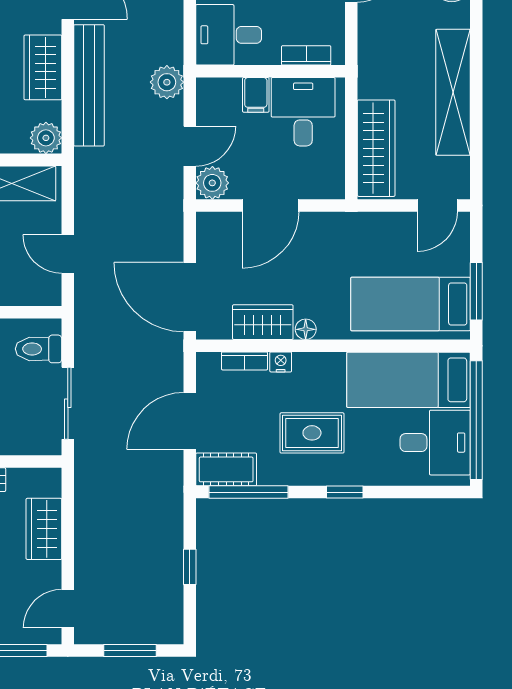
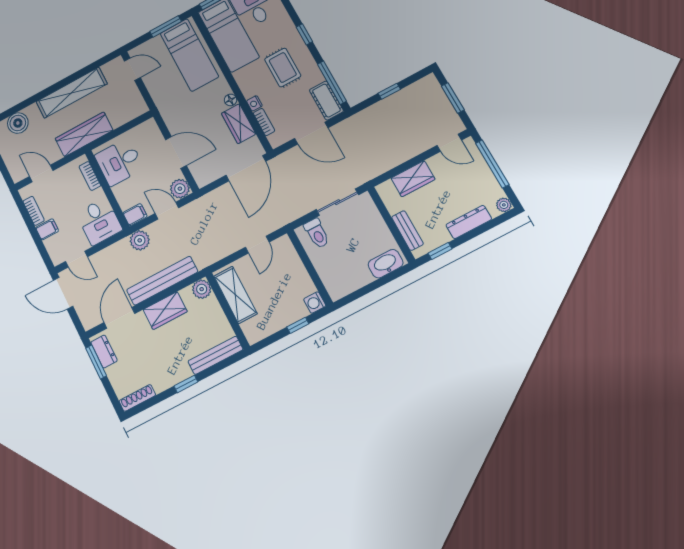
filing cabinet: (256, 95) -> (135, 215), moved
wardrobe: (376, 148) -> (84, 134), moved

